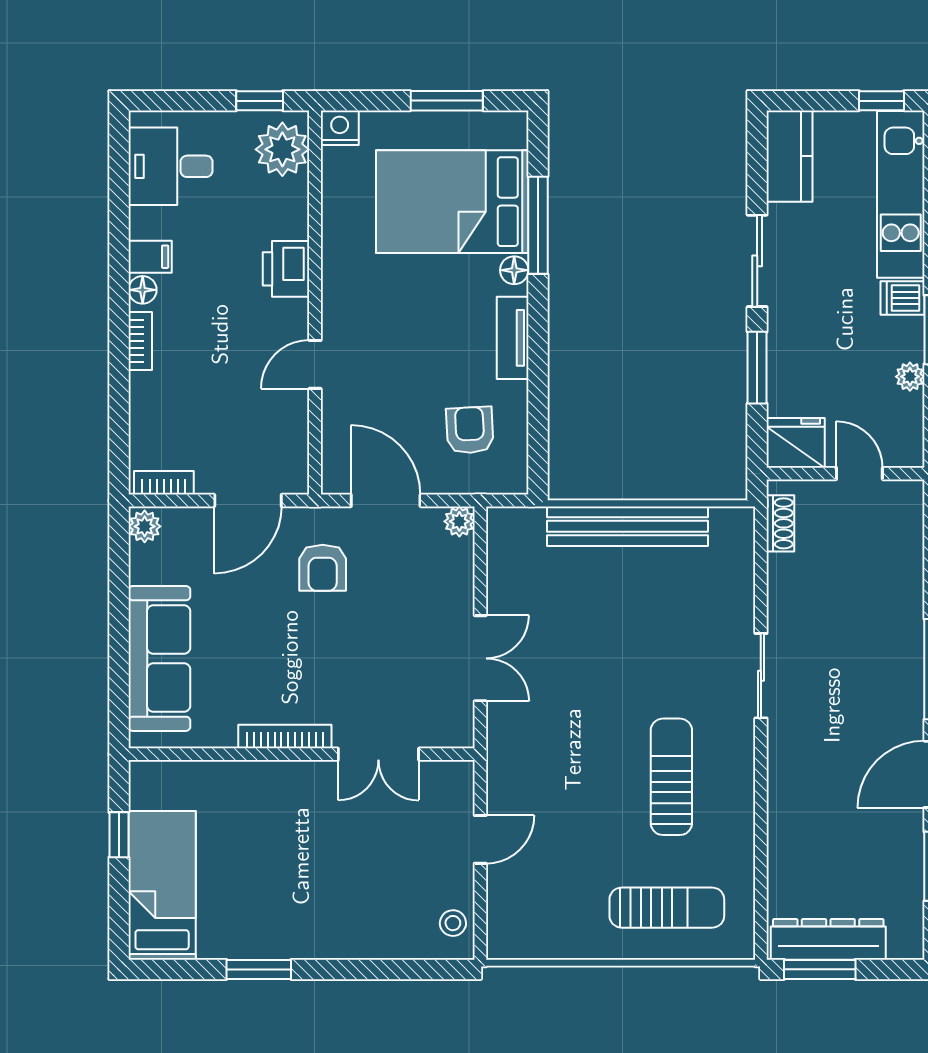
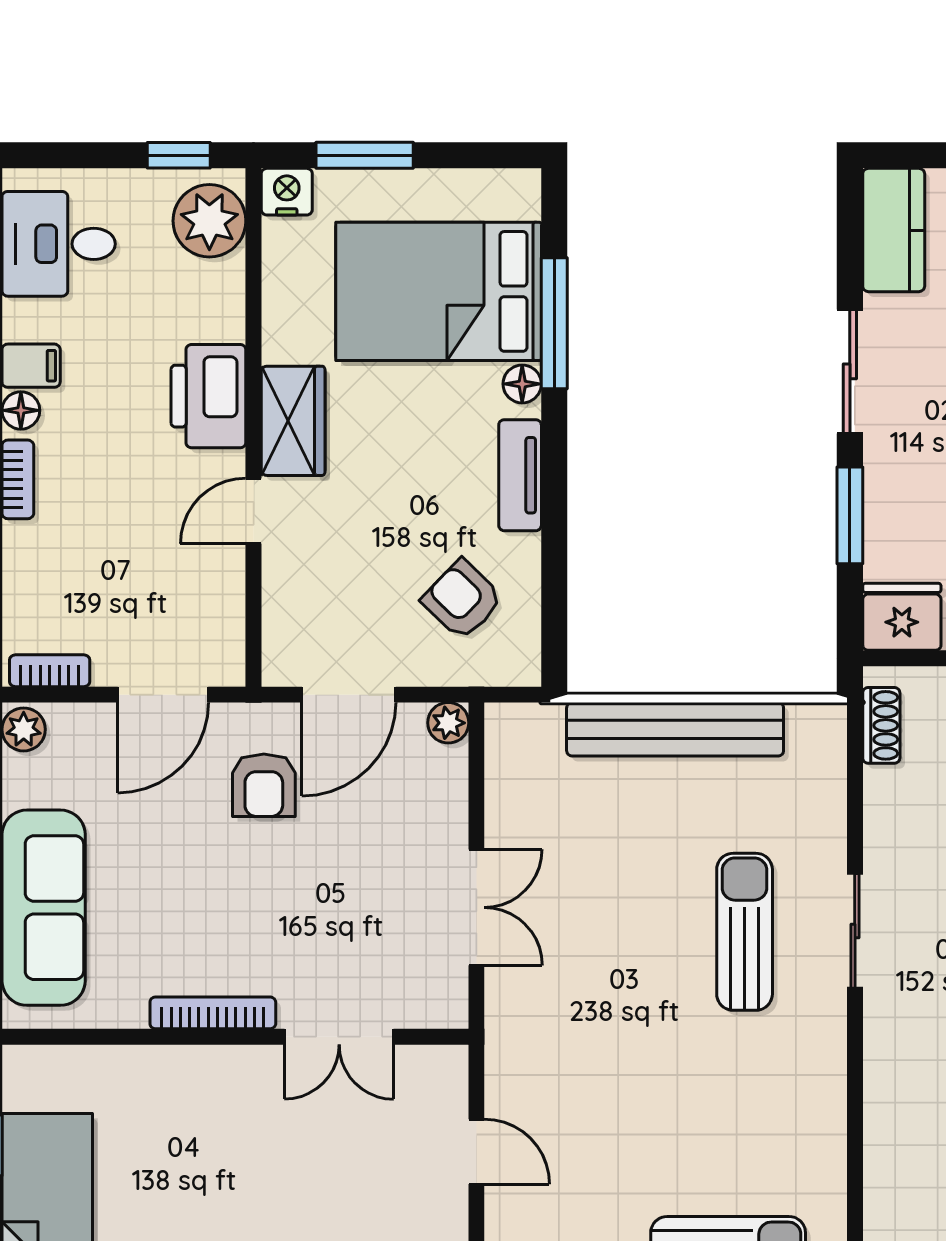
window: (447, 101) -> (365, 155), moved
printer: (286, 269) -> (208, 396), width x1.37, depth x1.19
wardrobe: (344, 298) -> (293, 421), added
armchair: (470, 430) -> (462, 600), turned -43
door: (386, 500) -> (349, 695), swing flipped
sun lounger: (671, 777) -> (745, 932), moved
door: (480, 839) -> (476, 1152), hinge flipped

